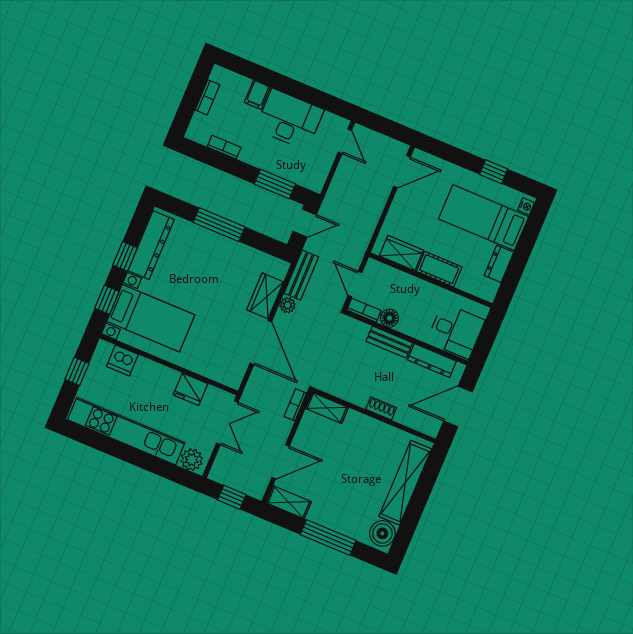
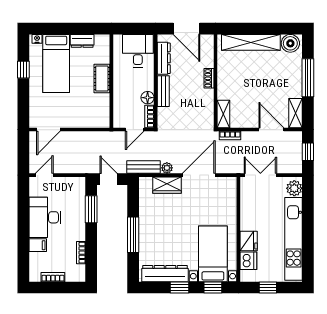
door: (402, 172) -> (48, 130), swing flipped
wardrobe: (401, 253) -> (102, 108), removed
fridge: (190, 389) -> (249, 241), moved

